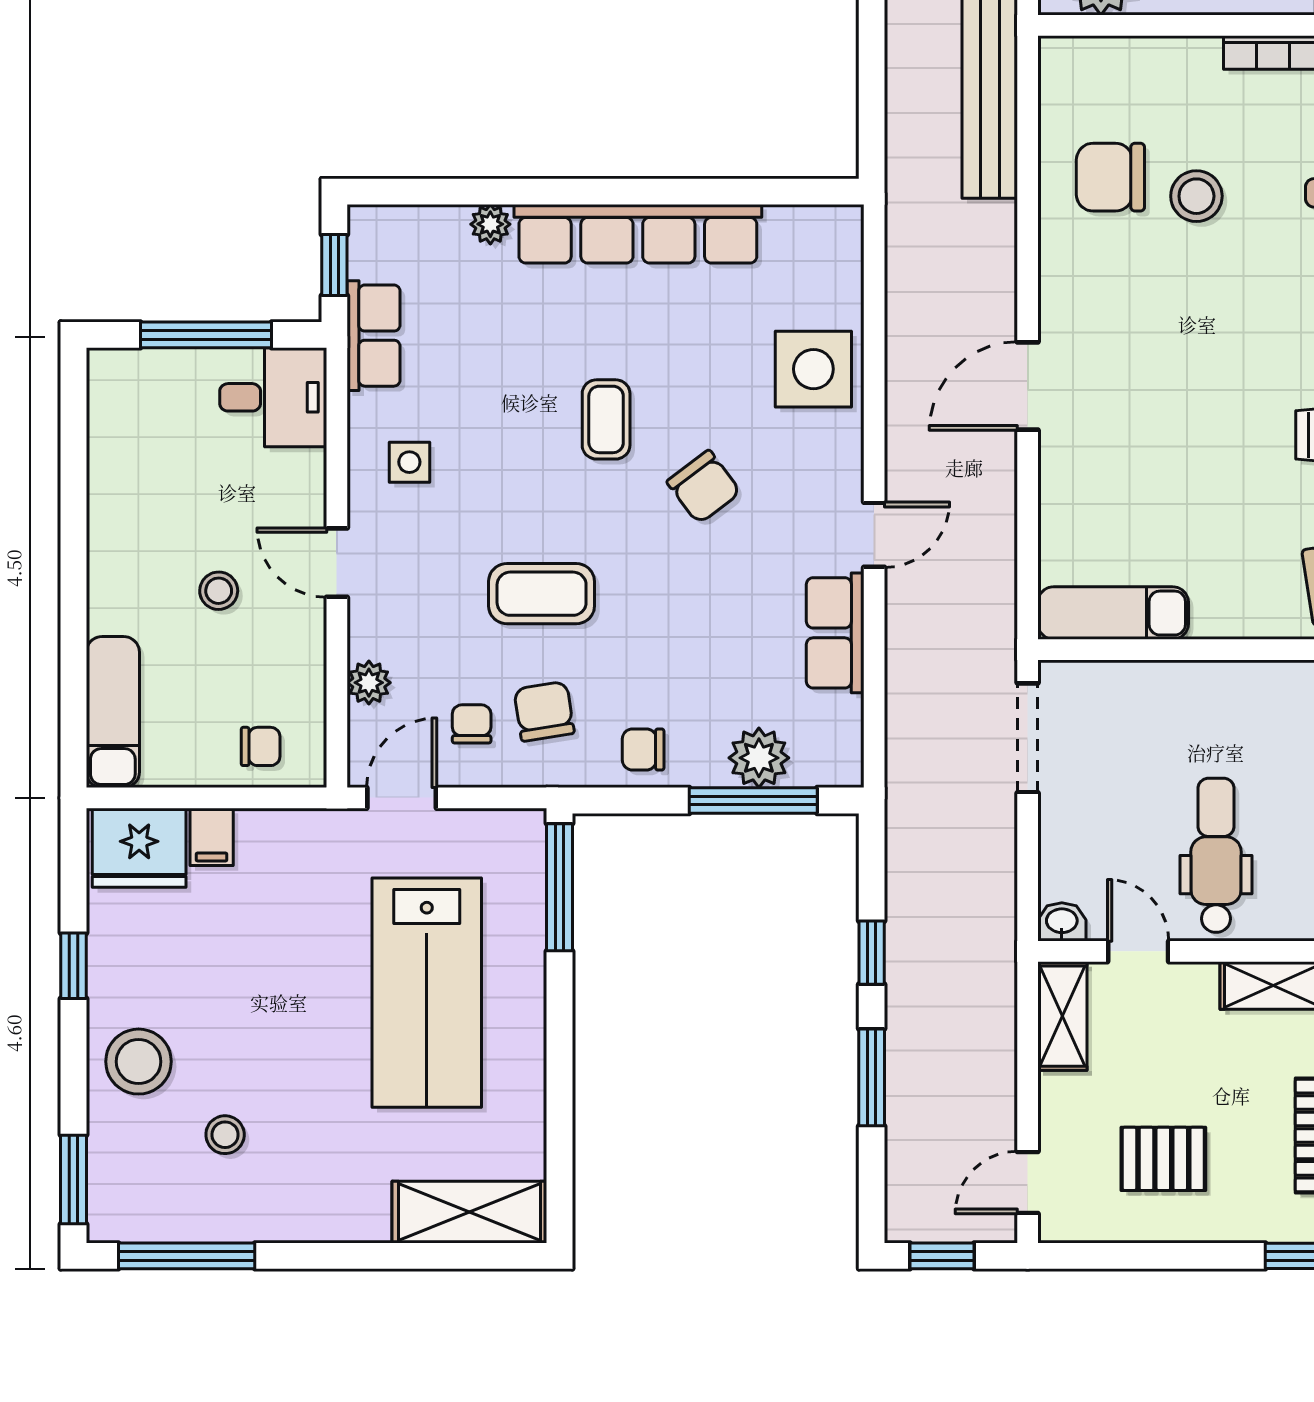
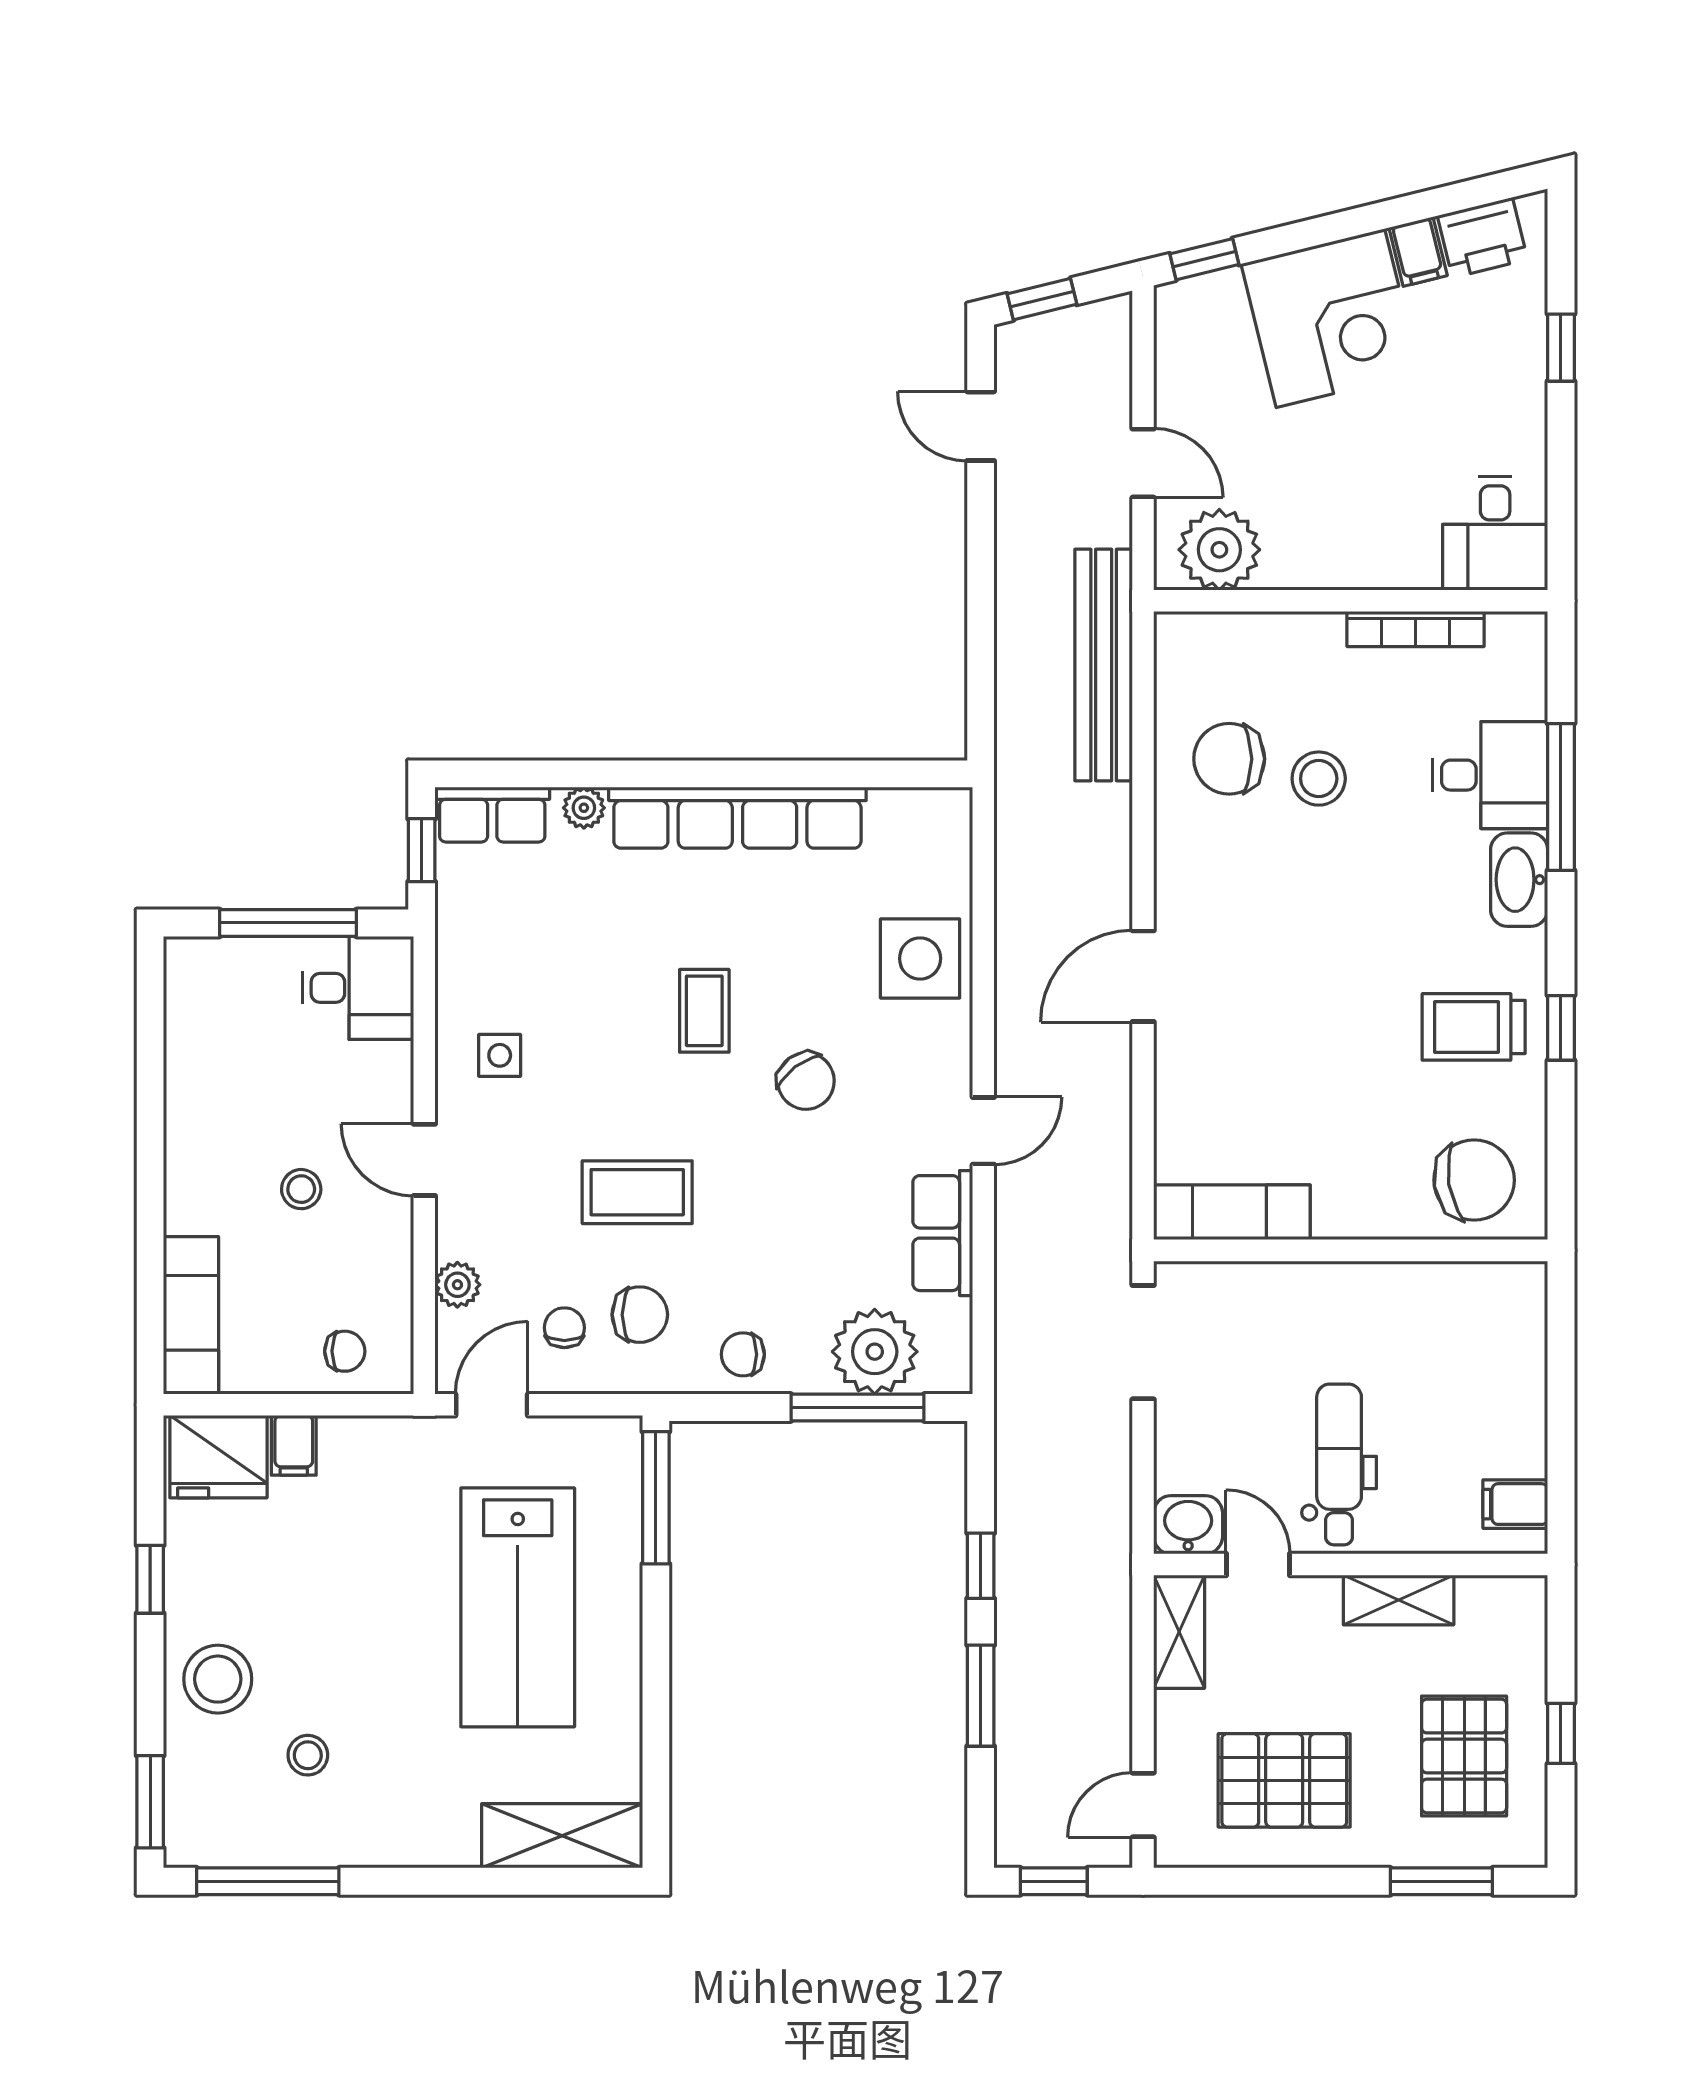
row of seats: (374, 336) -> (492, 815), moved, turned 90
chair: (544, 711) -> (640, 1315), turned 99
plant: (759, 758) -> (875, 1352), width x1.36, depth x1.36
washbasin: (1062, 922) -> (1188, 1525), width x1.38, depth x1.45
pallet: (1163, 1159) -> (1284, 1780), width x1.50, depth x1.42

